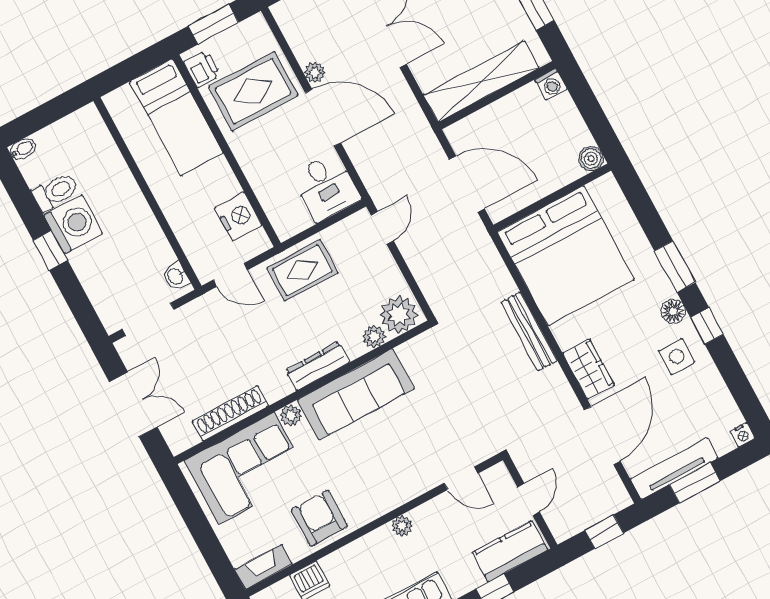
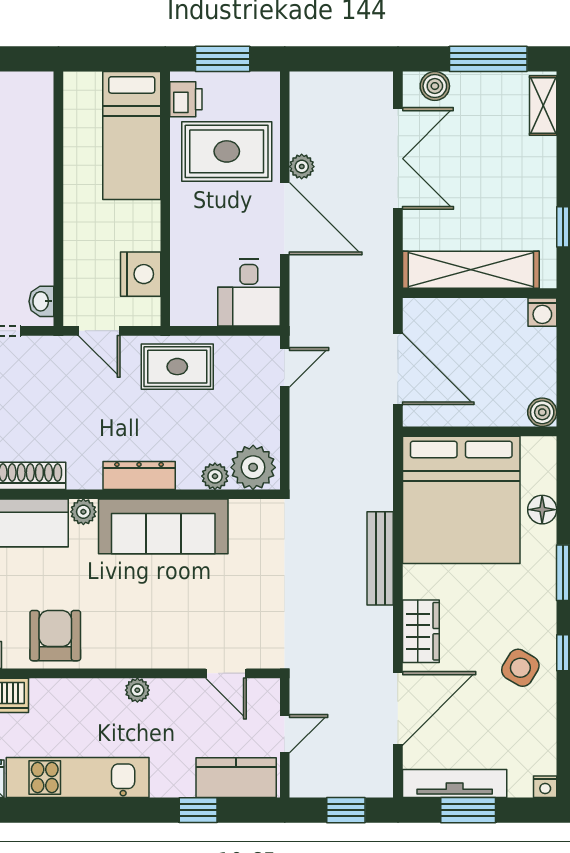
floor lamp: (673, 311) -> (542, 510), moved
side table: (677, 357) -> (520, 668), turned 31

